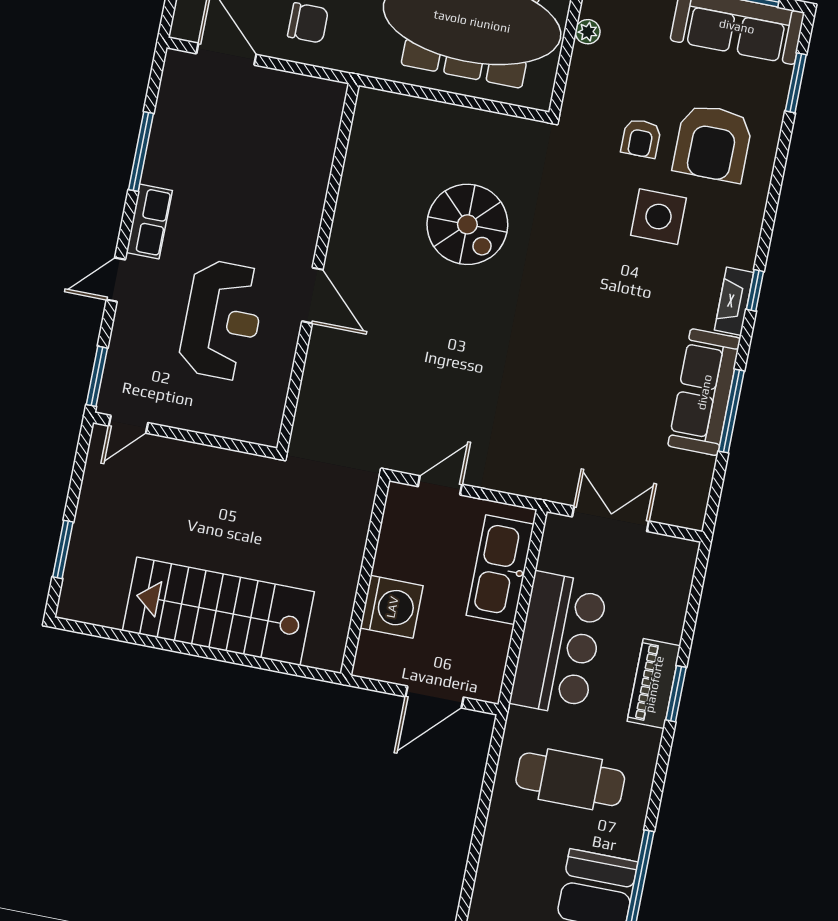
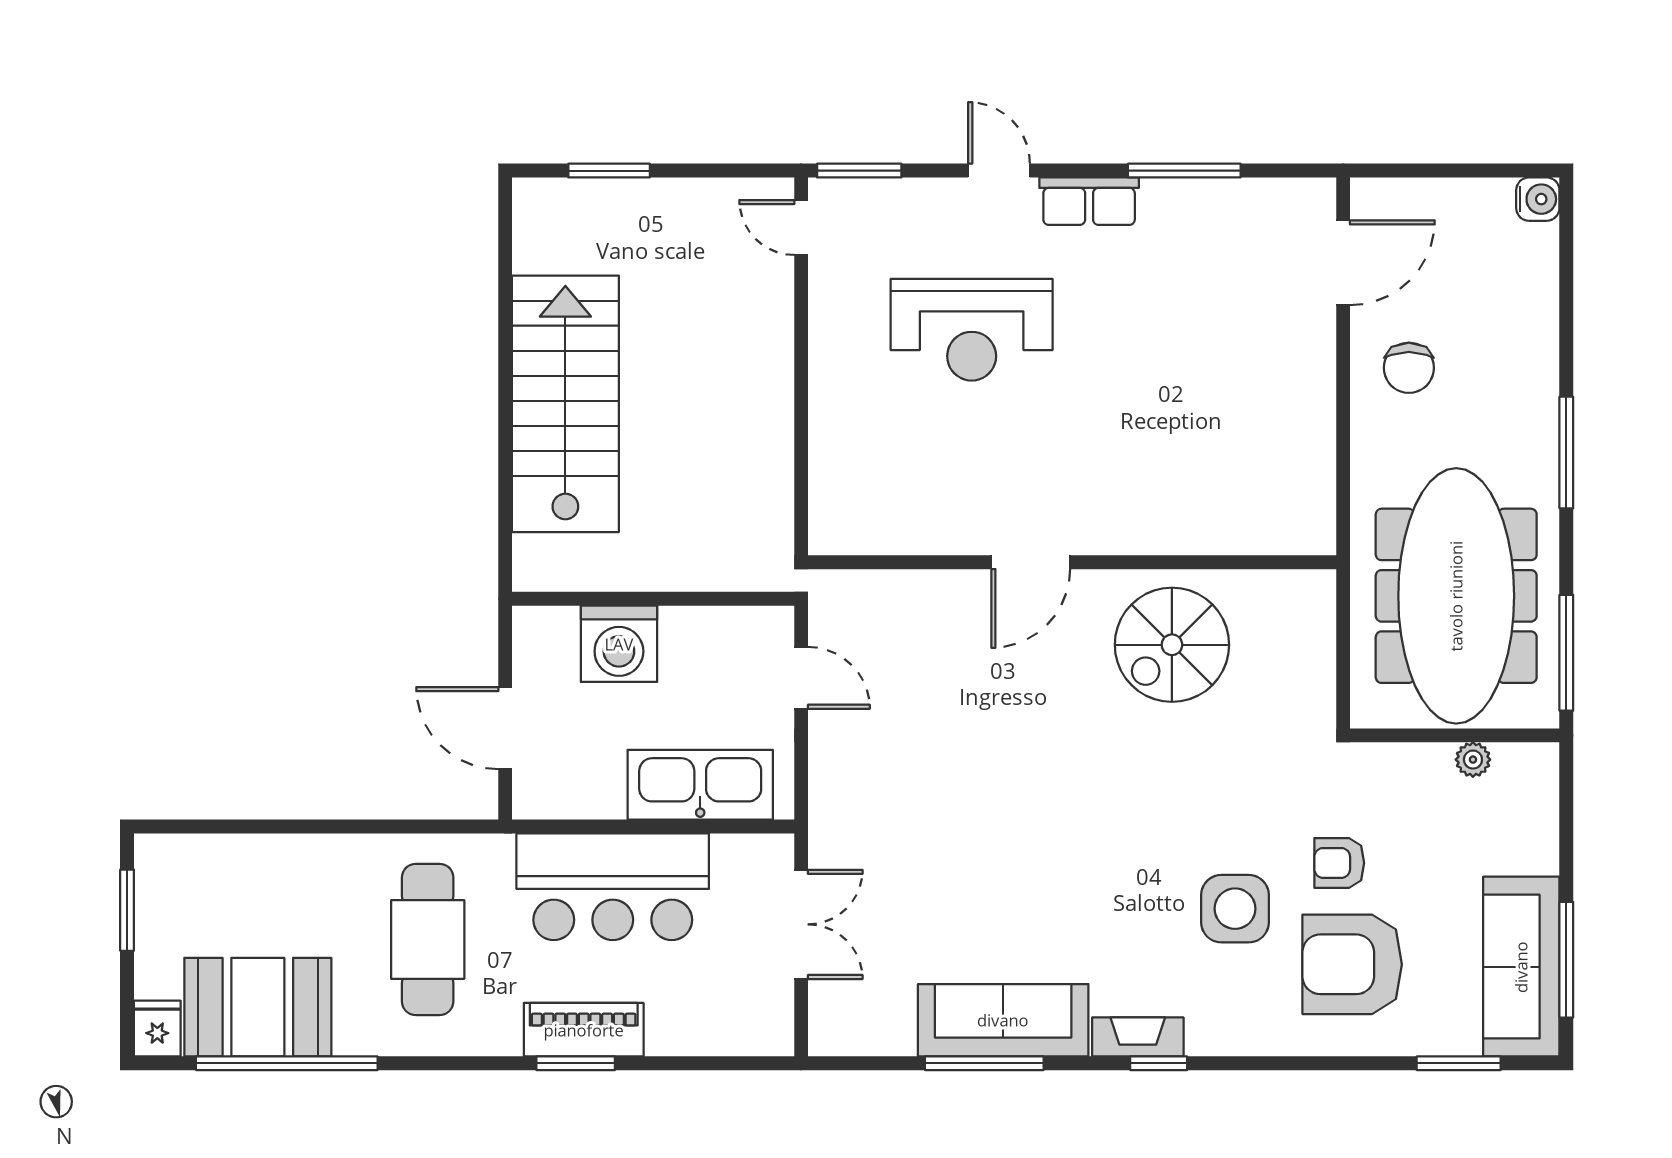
wall: (318, 267) -> (1072, 562), moved
door: (312, 295) -> (1031, 562), moved

